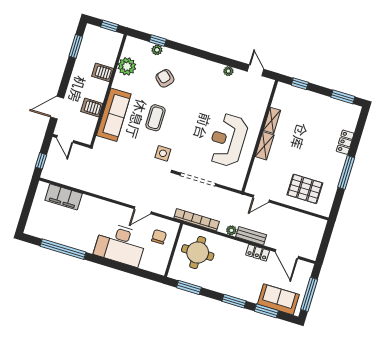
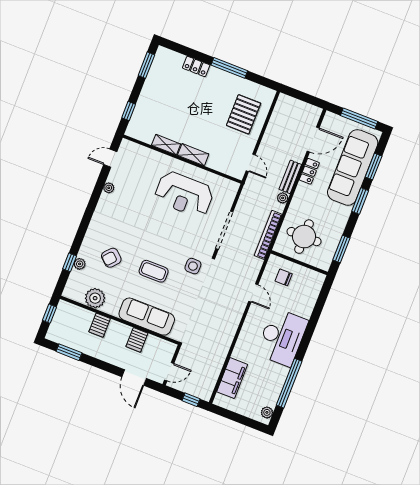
plant: (35, 231) -> (267, 412), added
desk: (120, 244) -> (282, 337), moved
sofa: (278, 299) -> (353, 167), width x1.85, depth x1.27

